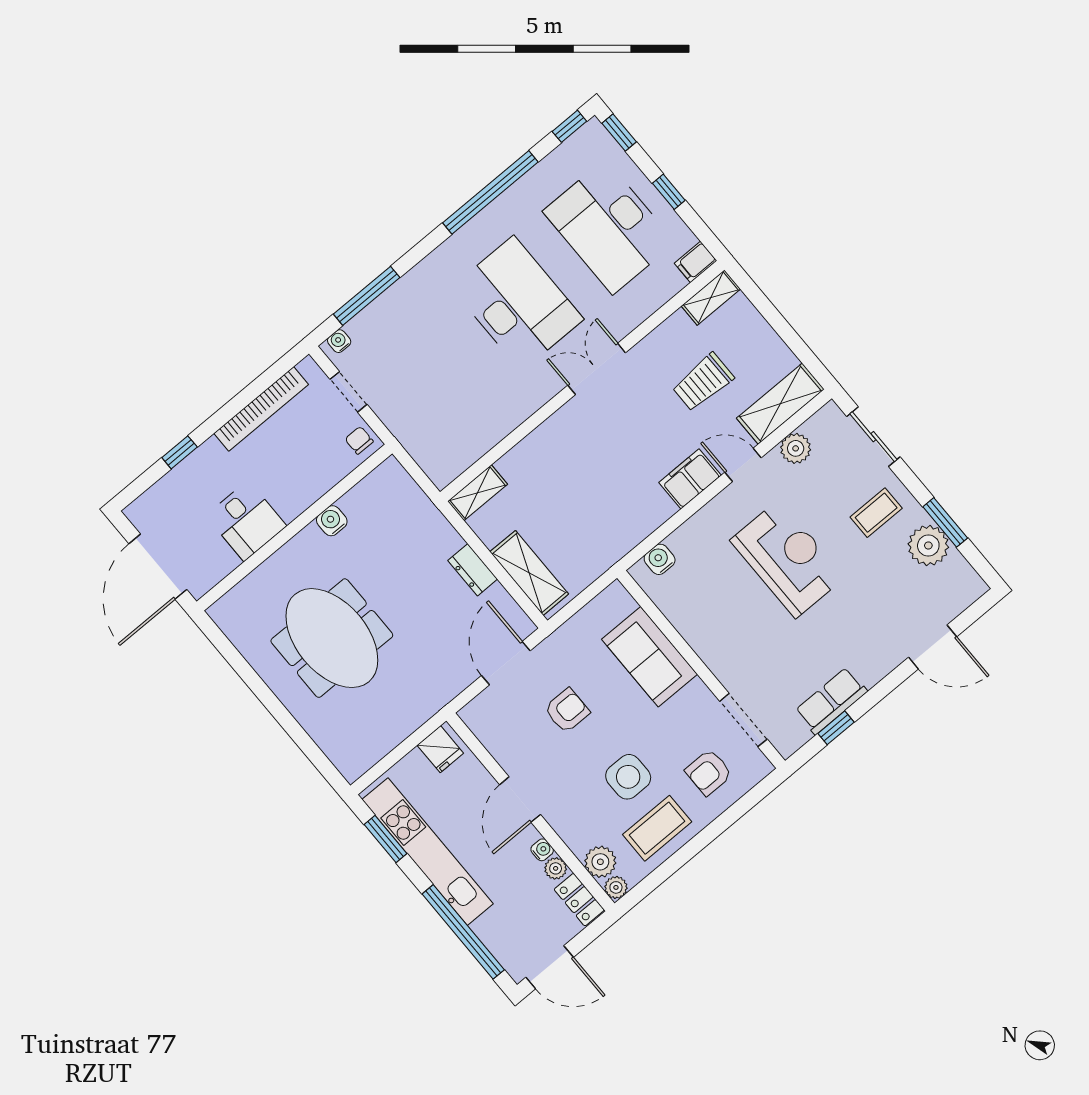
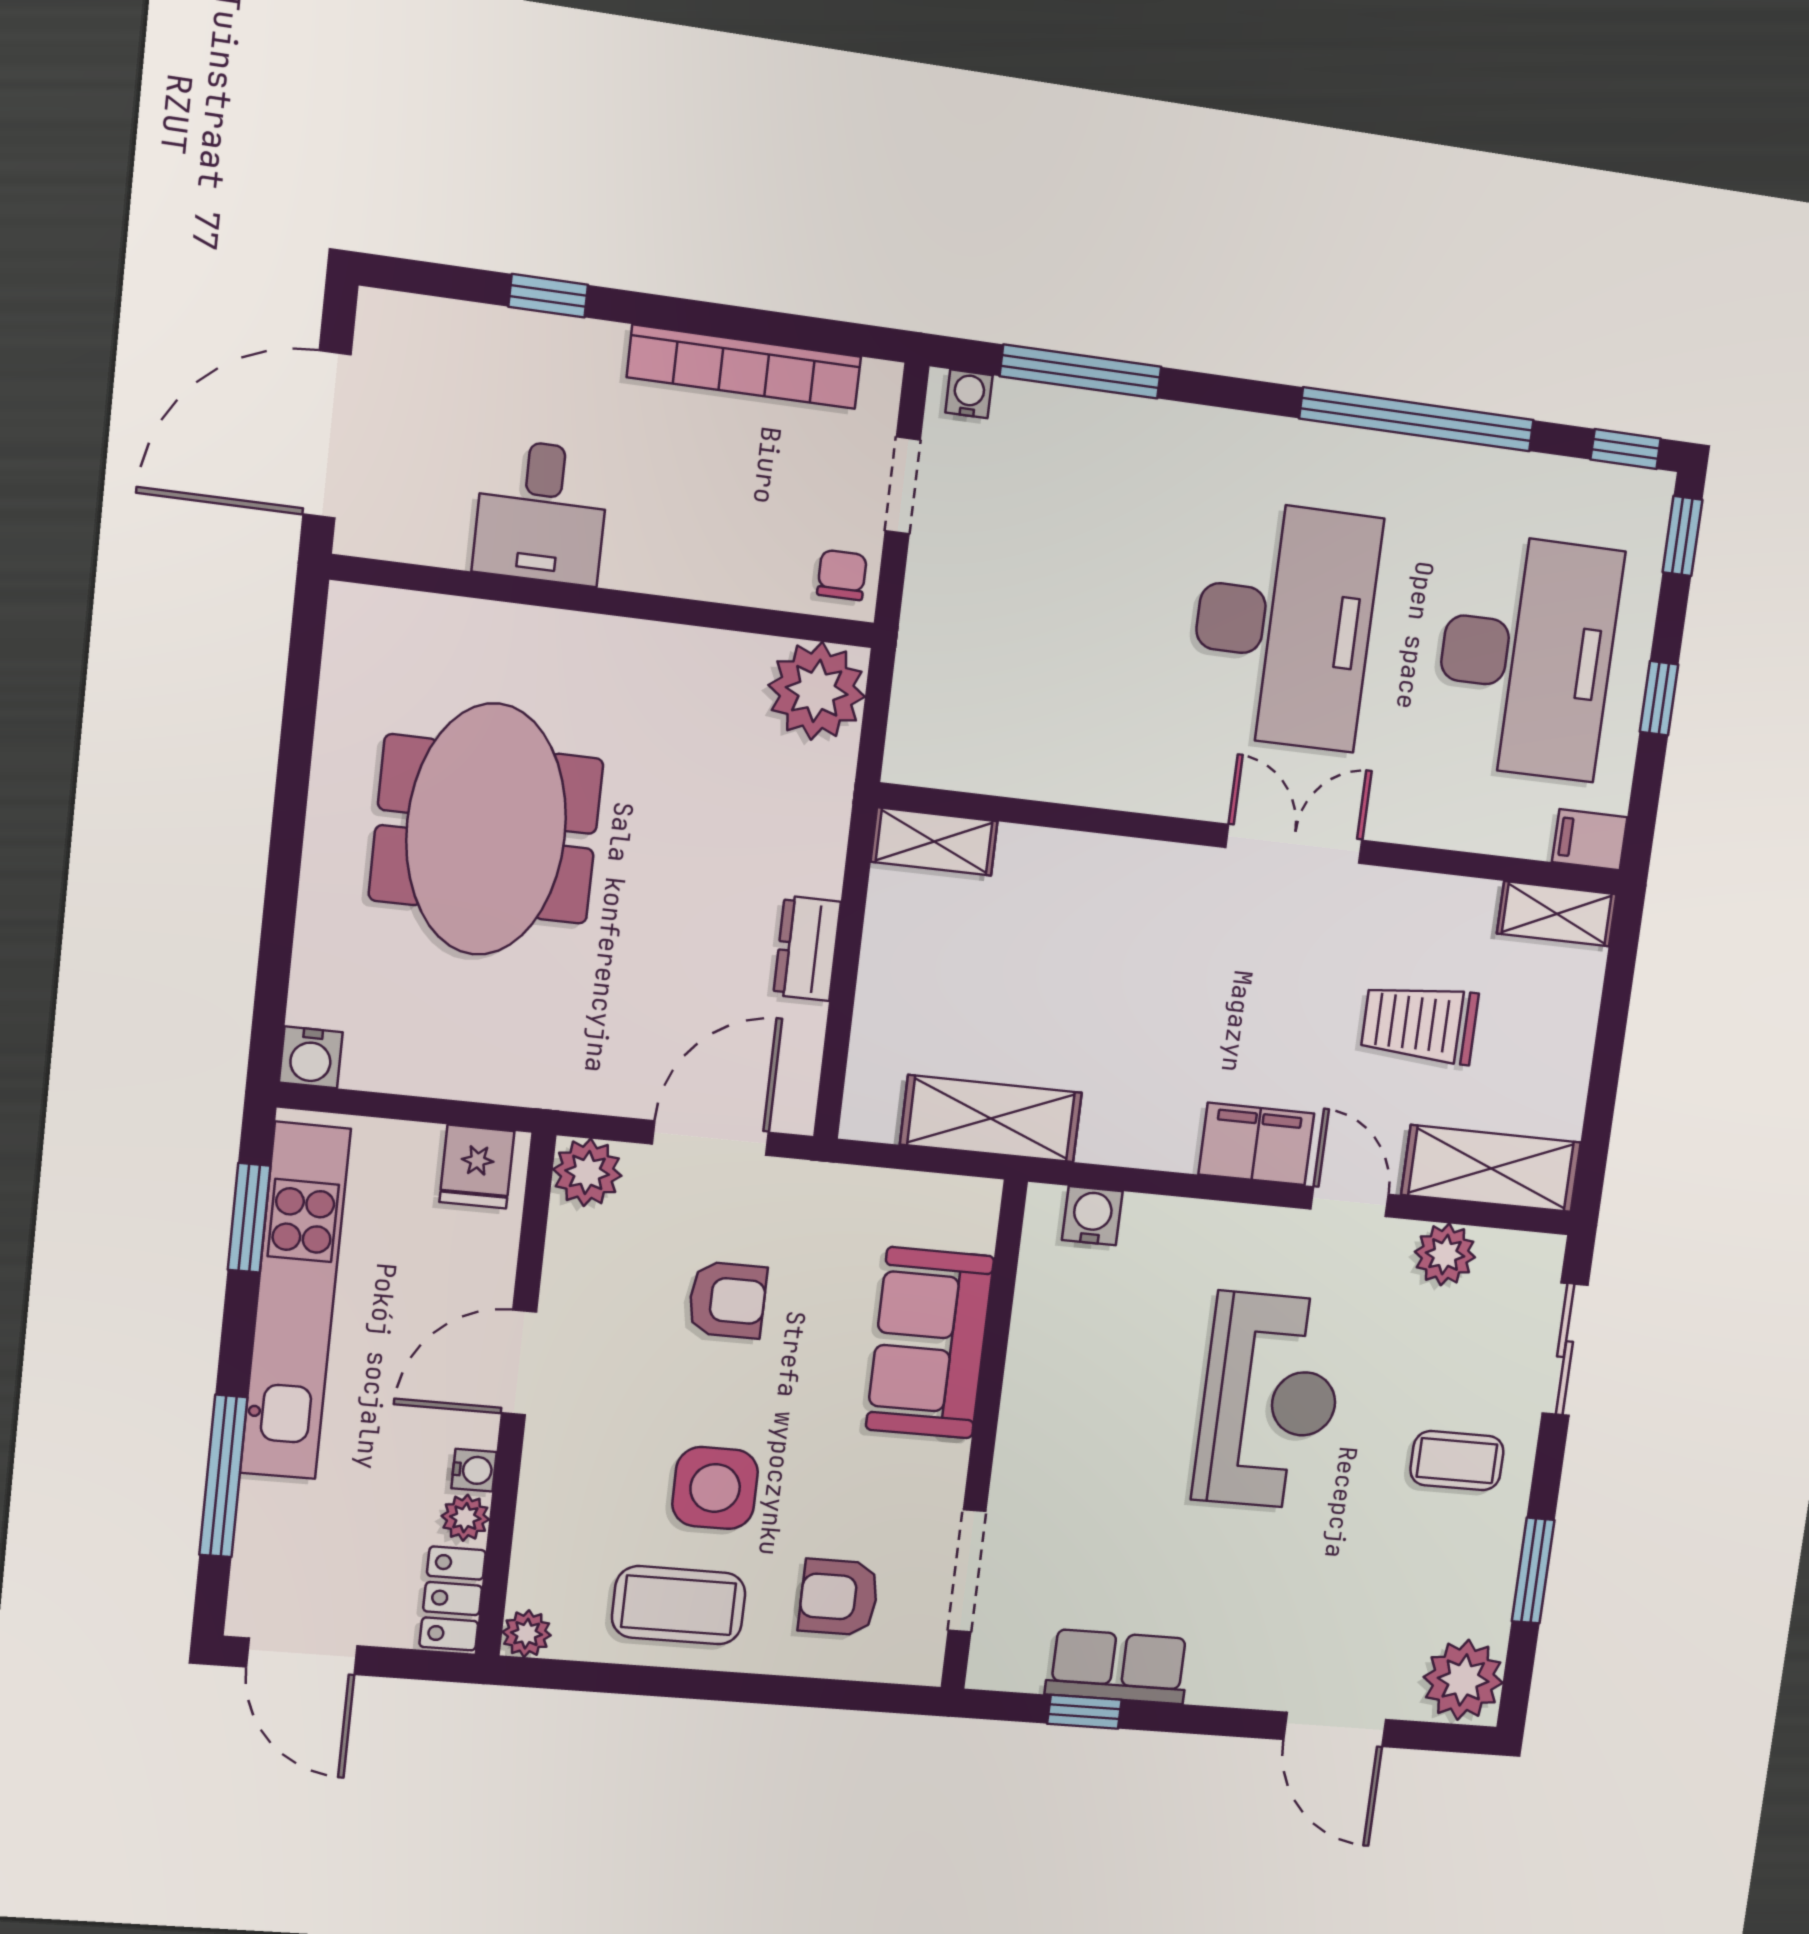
desk: (609, 227) -> (1527, 657), turned 180
plant: (389, 485) -> (817, 691), added
water cooler: (332, 521) -> (311, 1057), moved, turned 180
plant: (928, 546) -> (1463, 1680), moved
shelving: (529, 573) -> (991, 1119), moved, turned 90
plant: (600, 862) -> (587, 1172), moved
window: (463, 932) -> (223, 1476), width x0.68

